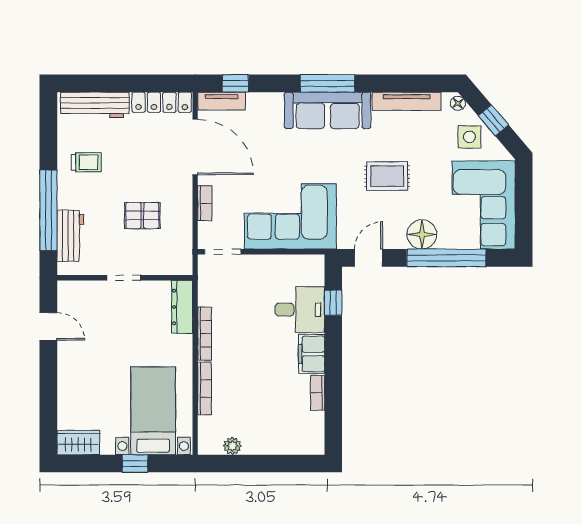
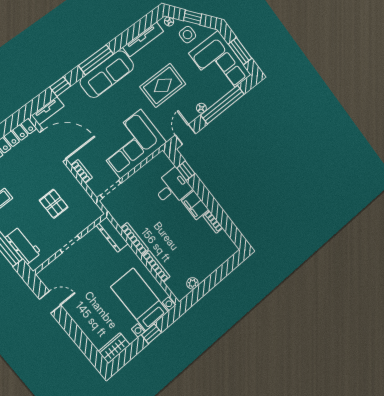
window: (235, 83) -> (60, 87), moved
rug: (387, 176) -> (163, 85), width x1.36, depth x1.43
window: (524, 208) -> (240, 51), added
pallet: (142, 215) -> (54, 204), turned 90
floor lamp: (422, 234) -> (201, 108), width x0.53, depth x0.53

